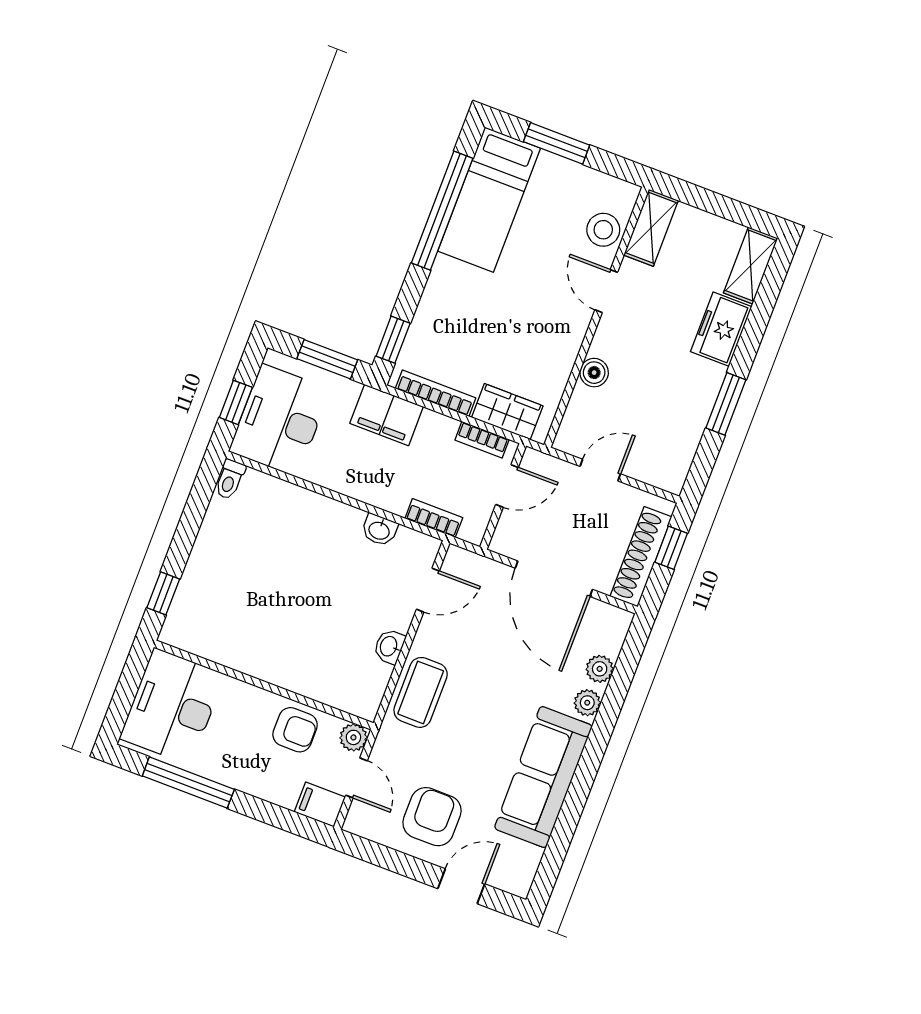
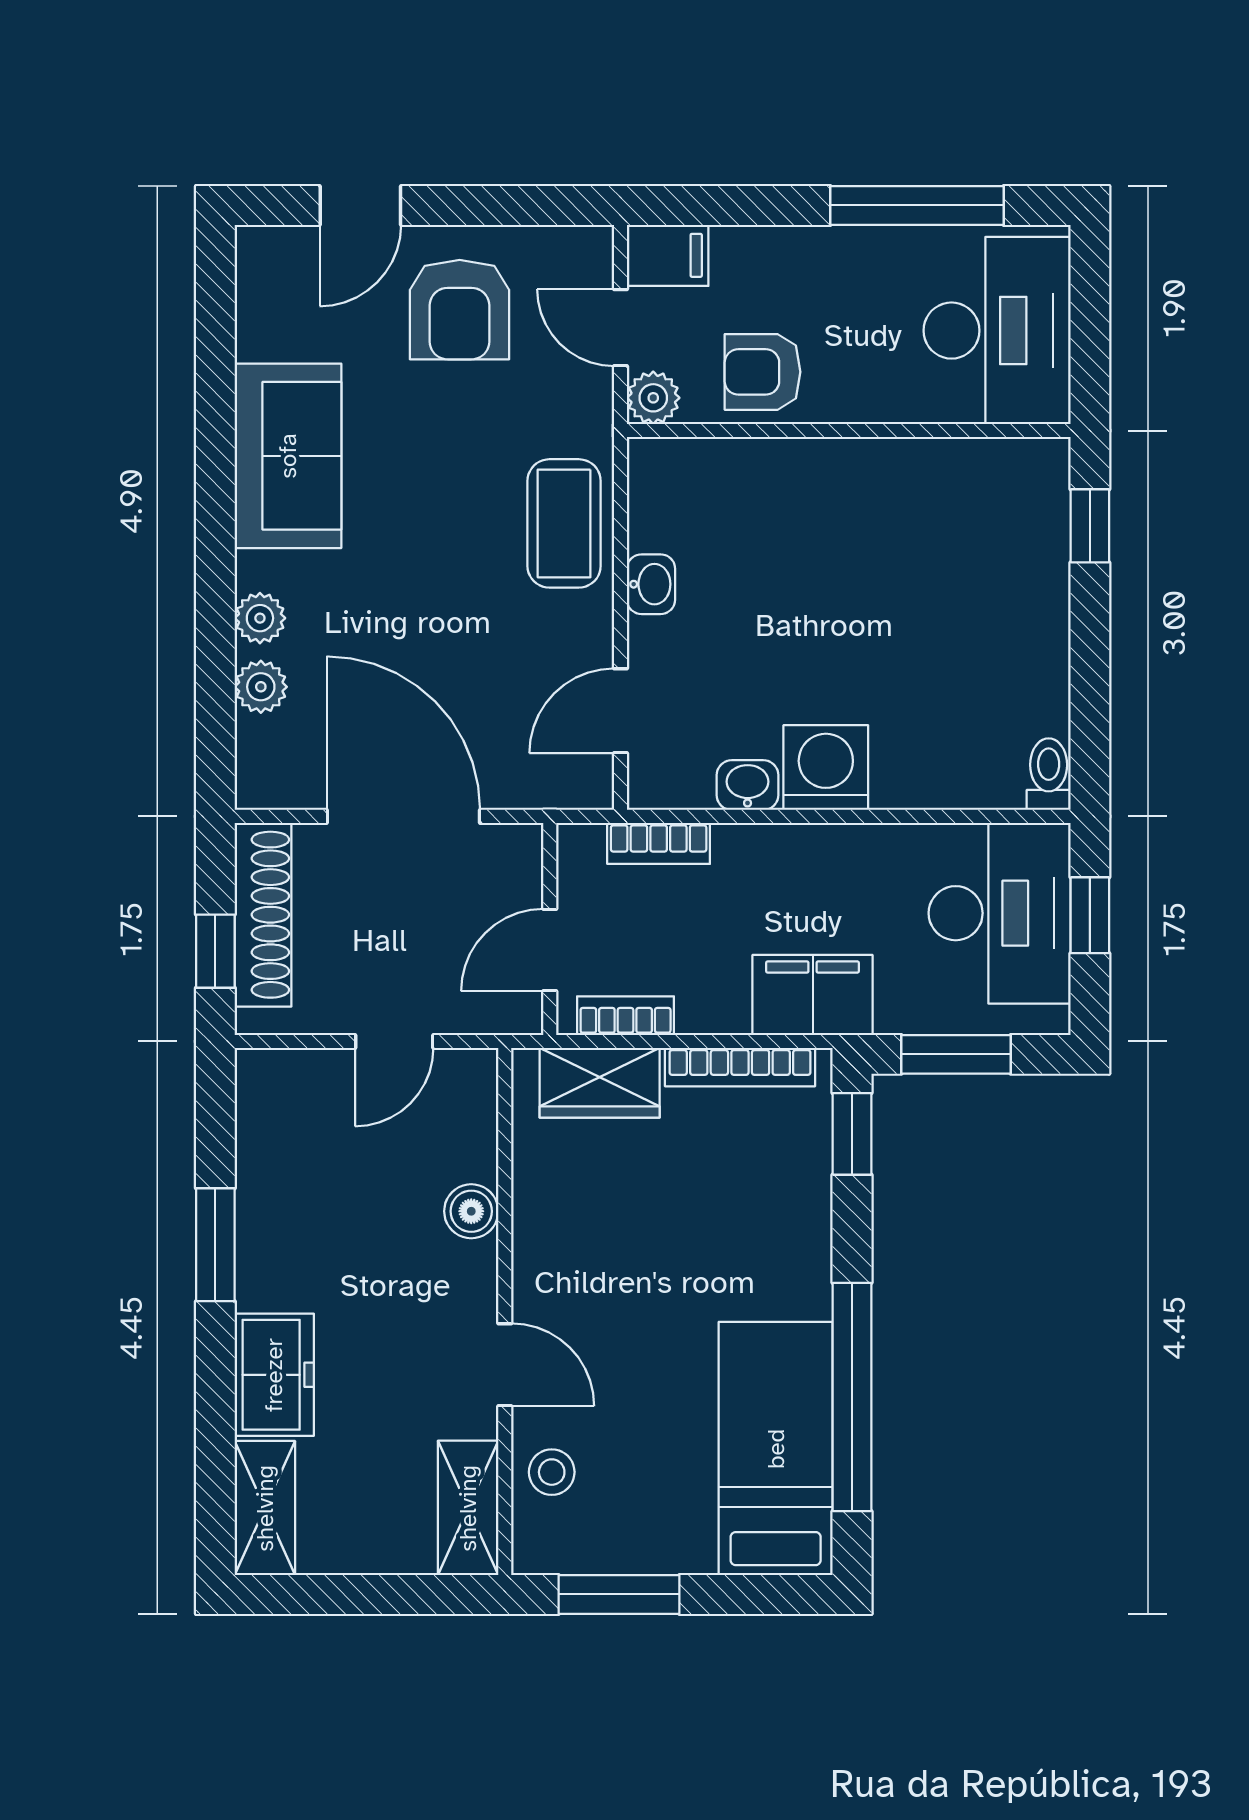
window: (557, 143) -> (619, 1594), moved
stool: (603, 230) -> (552, 1472), width x0.73, depth x0.73
washing machine: (338, 524) -> (826, 768), added
sofa: (543, 777) -> (288, 456), width x0.73

